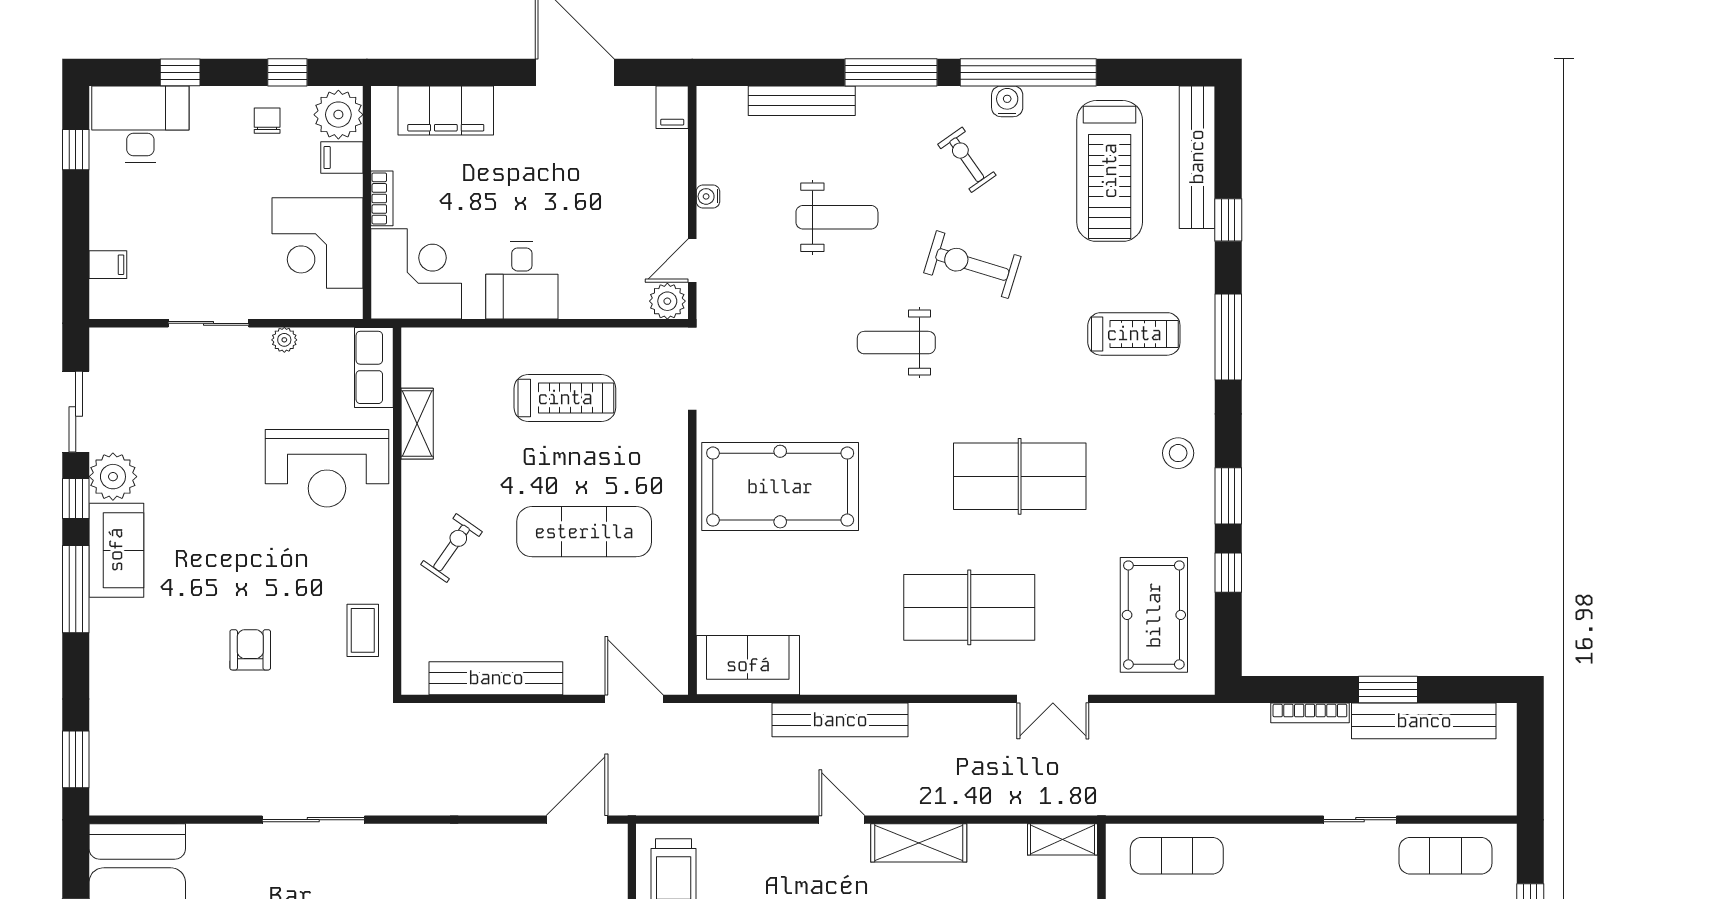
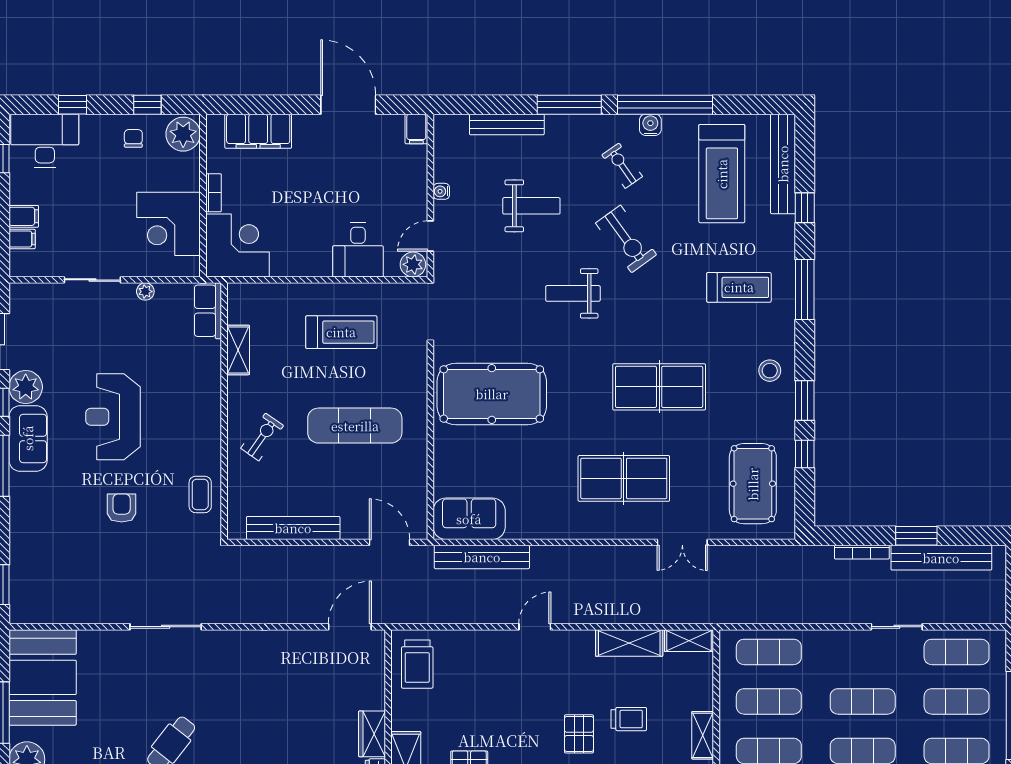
filing cabinet: (342, 158) -> (24, 216), moved, turned 180
exercise bike: (972, 265) -> (626, 239), turned -143
desk: (522, 280) -> (358, 250), moved
reception desk: (327, 468) -> (113, 417), moved, turned 90
bench: (840, 720) -> (482, 557), moved
door: (842, 820) -> (535, 627), hinge flipped
shelving: (919, 843) -> (629, 643), moved

